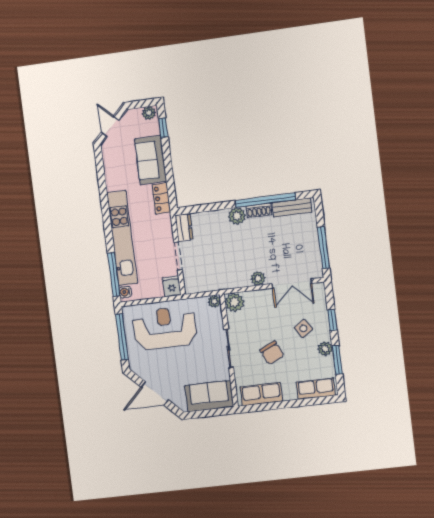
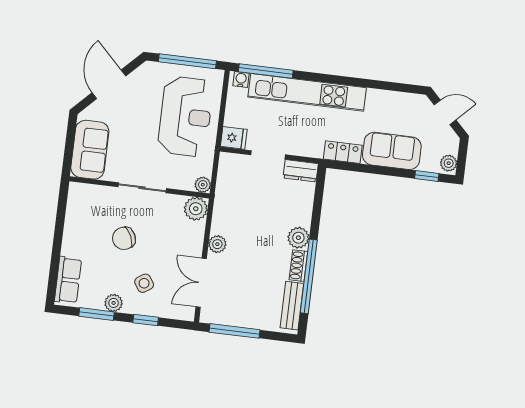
row of seats: (261, 394) -> (77, 213), removed

